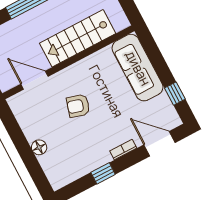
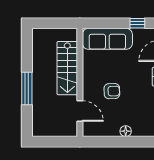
door: (34, 80) -> (80, 111), swing flipped
armchair: (78, 106) -> (112, 91), turned -108

